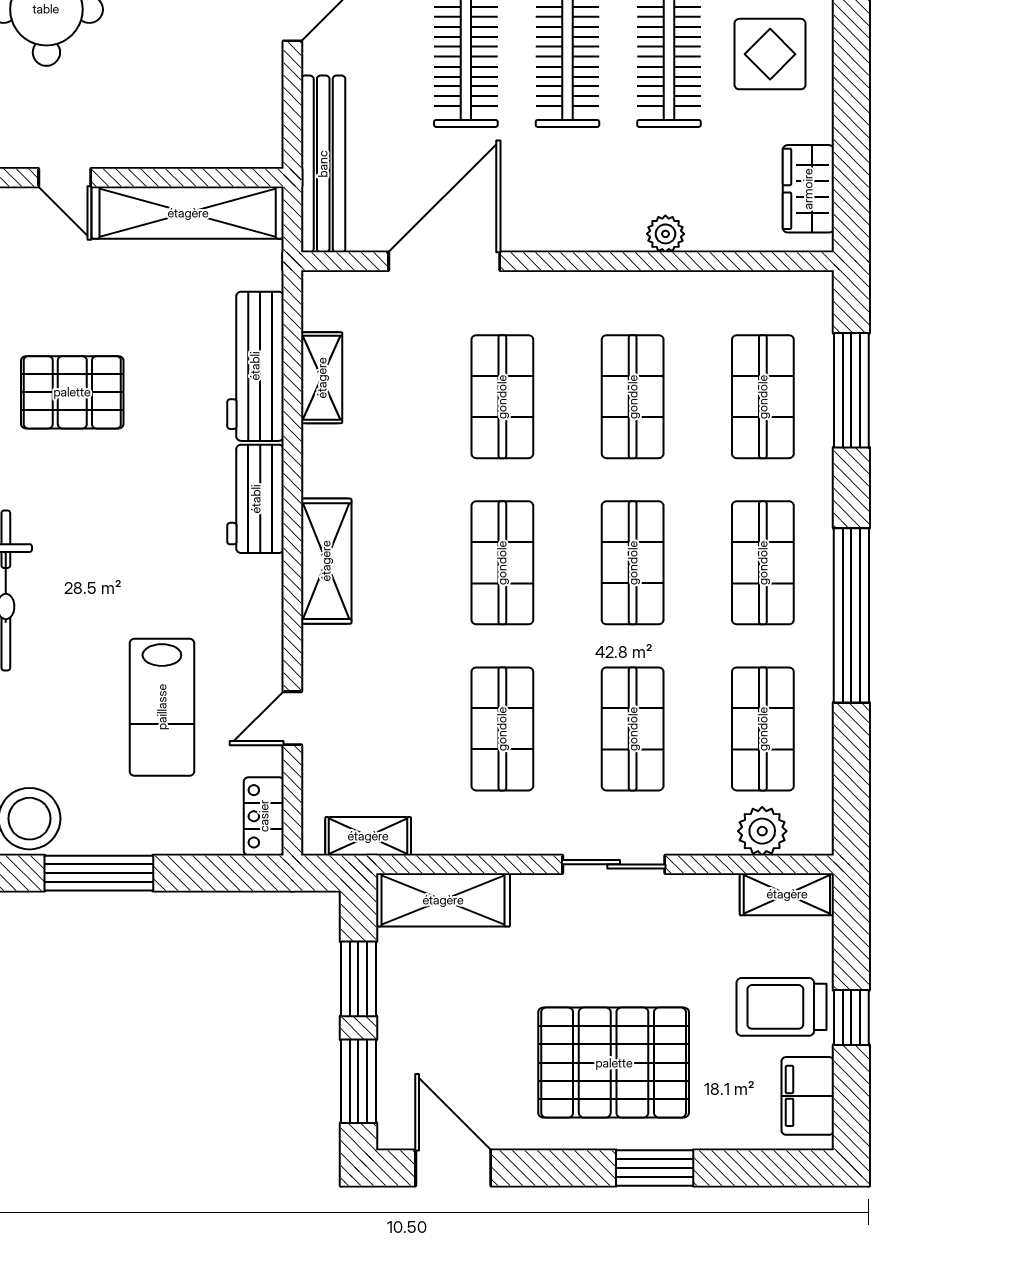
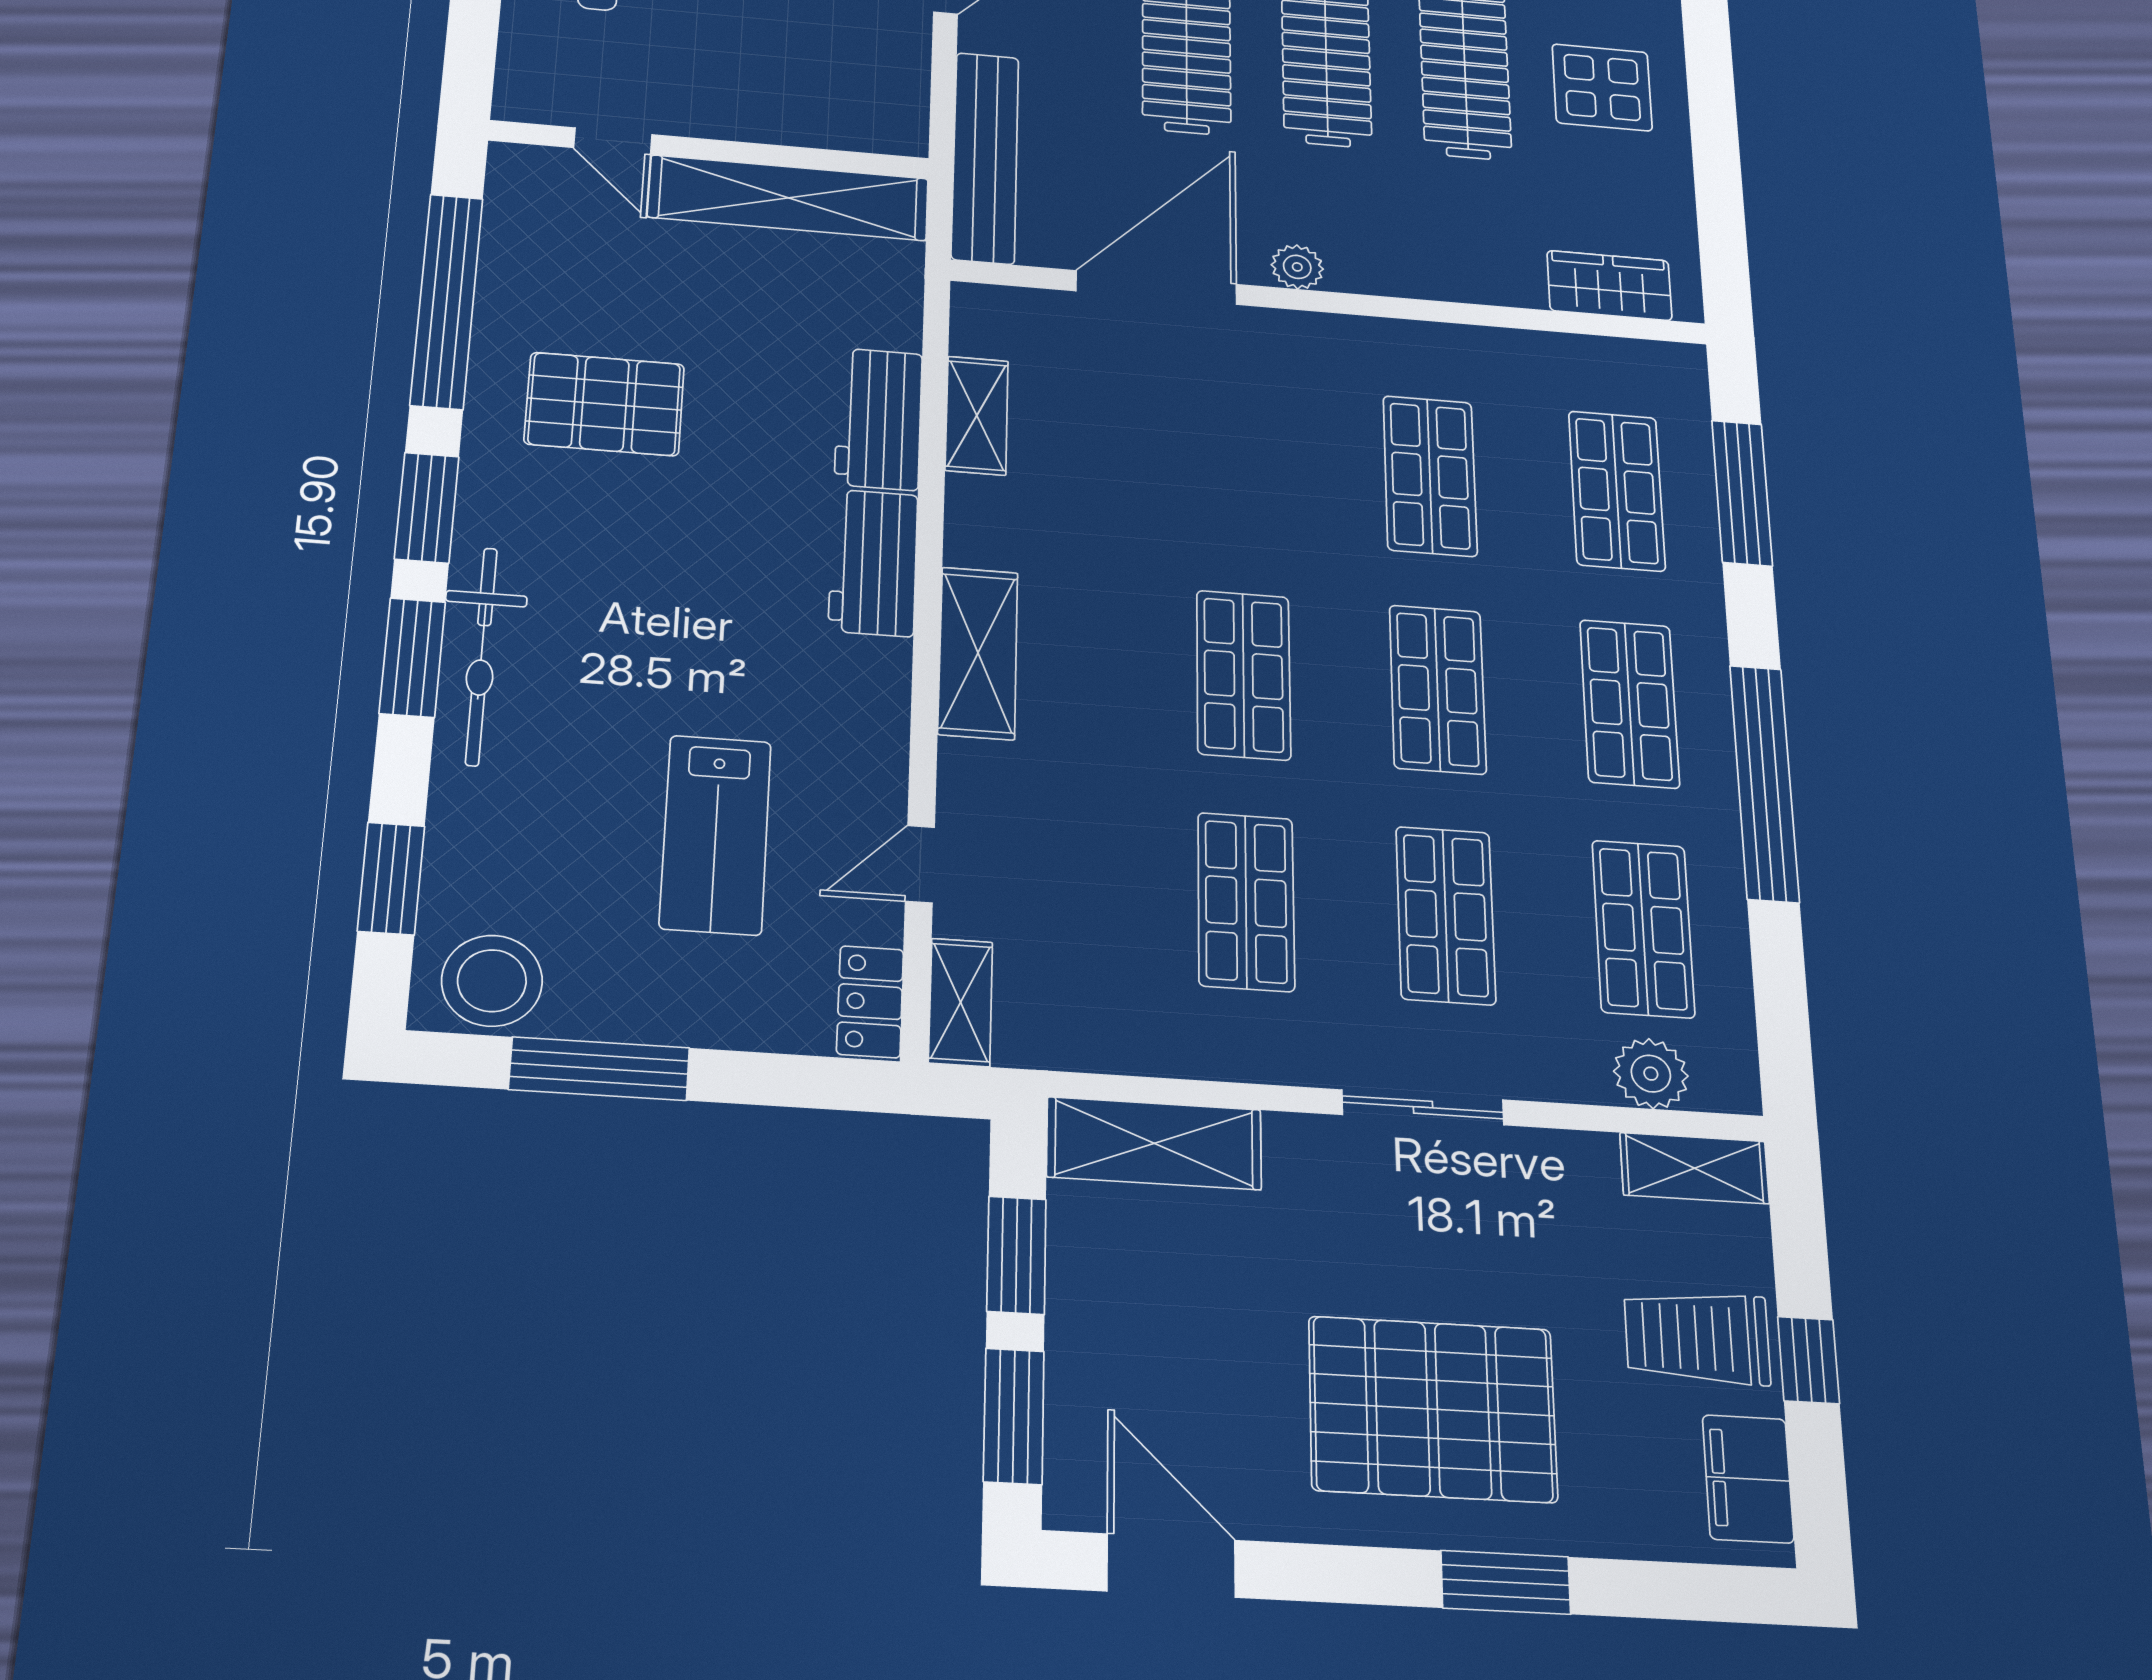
wardrobe: (808, 189) -> (1609, 286), moved, turned 90
plant: (665, 234) -> (1297, 267), moved
workbench: (255, 366) -> (879, 419), width x0.73
shop shelf: (502, 397) -> (1241, 461), removed
shelving: (368, 836) -> (961, 1002), moved, turned 90

